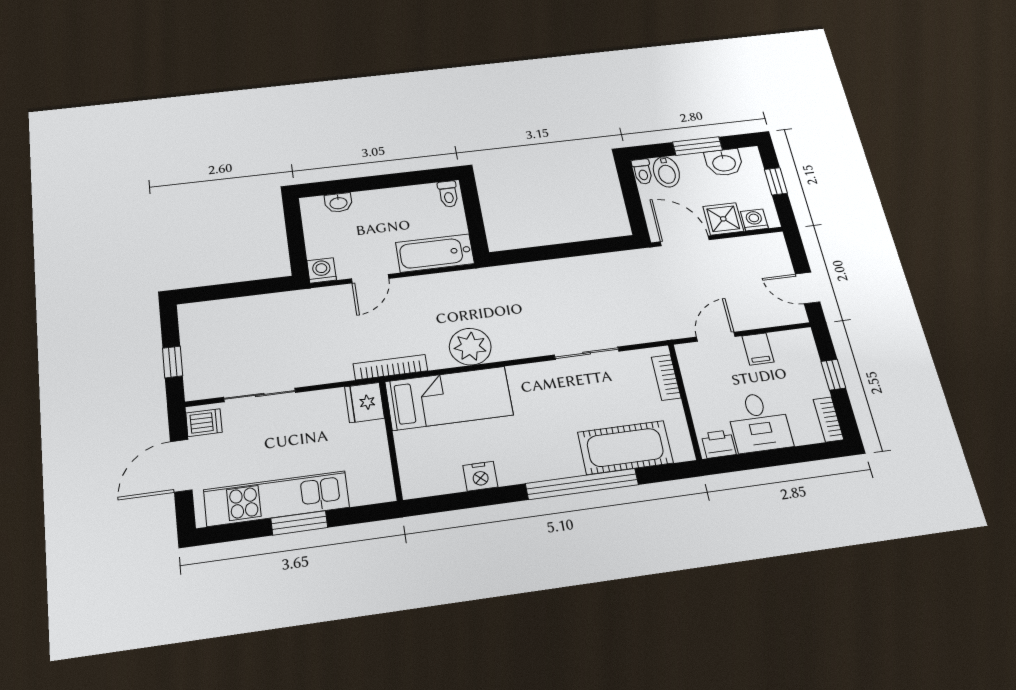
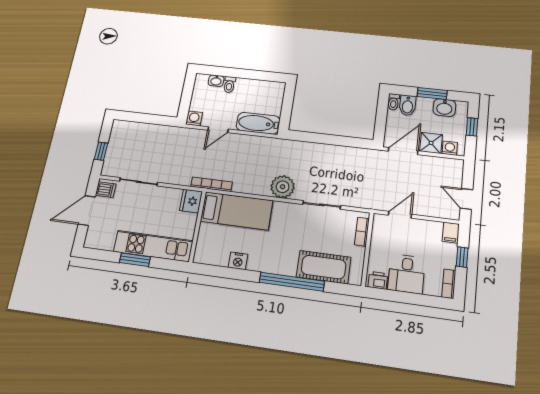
toilet: (448, 194) -> (229, 85), moved
door: (685, 241) -> (403, 151), hinge flipped
plant: (470, 347) -> (283, 187), moved
filing cabinet: (758, 349) -> (451, 233), moved
kitchen unit: (276, 499) -> (153, 246), moved

